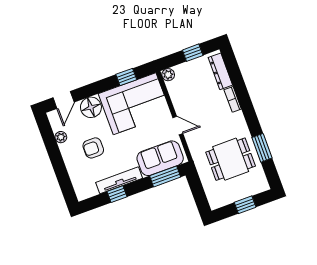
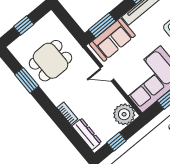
plant: (168, 75) -> (124, 114), width x1.87, depth x1.87

